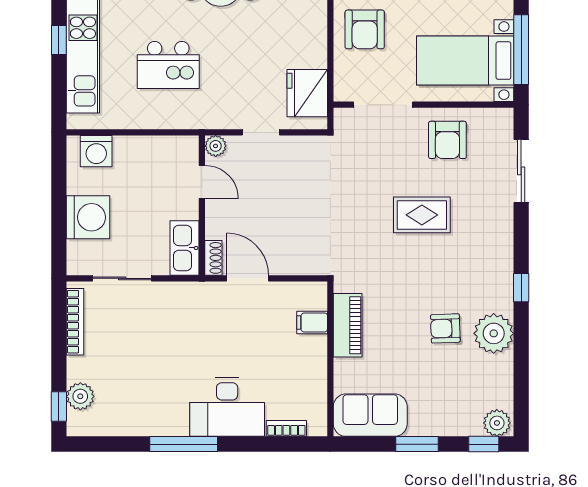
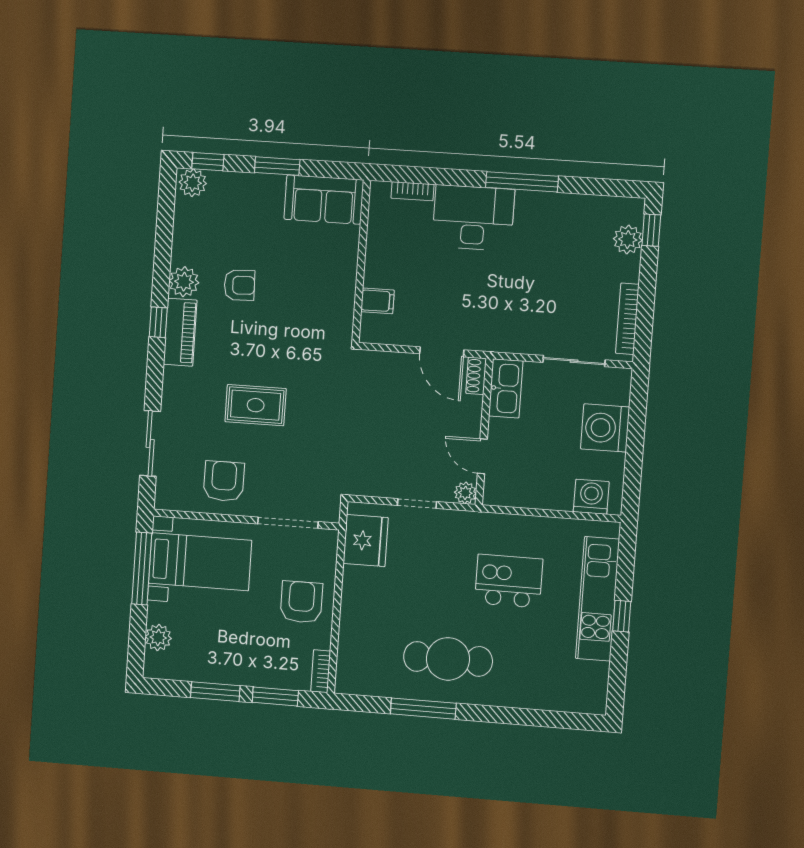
piano: (348, 325) -> (180, 332), moved, turned 180
plant: (494, 333) -> (184, 282), width x0.73, depth x0.73

